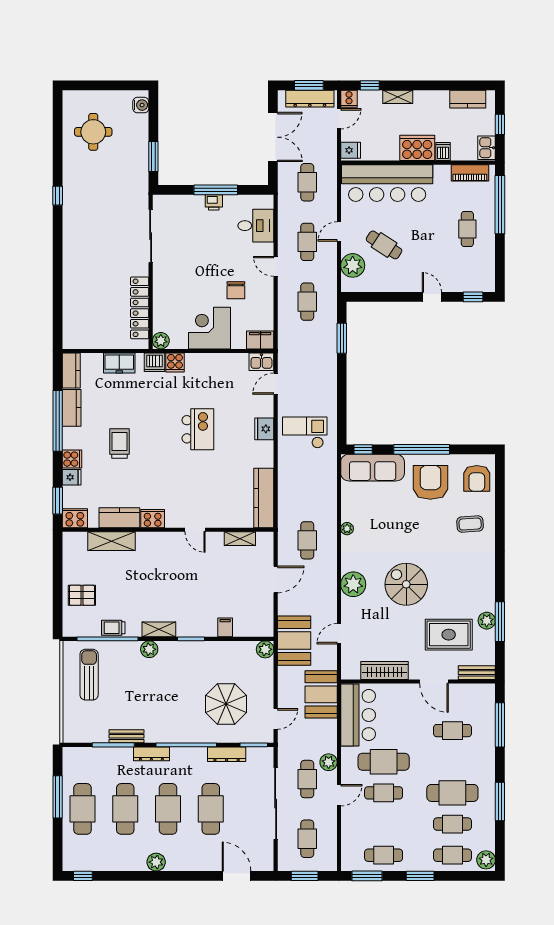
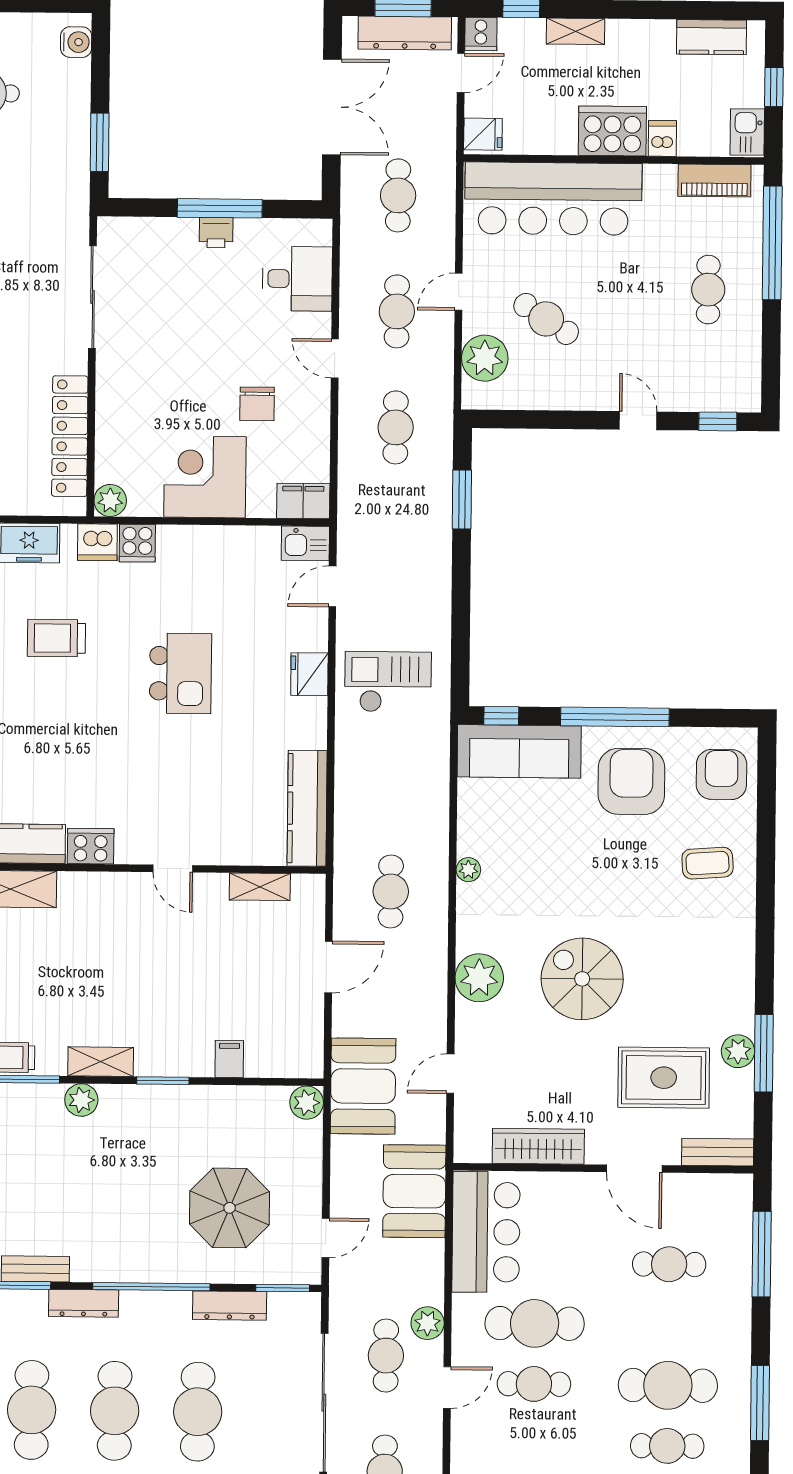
trolley: (119, 444) -> (56, 638), moved, turned -90
armchair: (477, 478) -> (721, 774), turned 180

